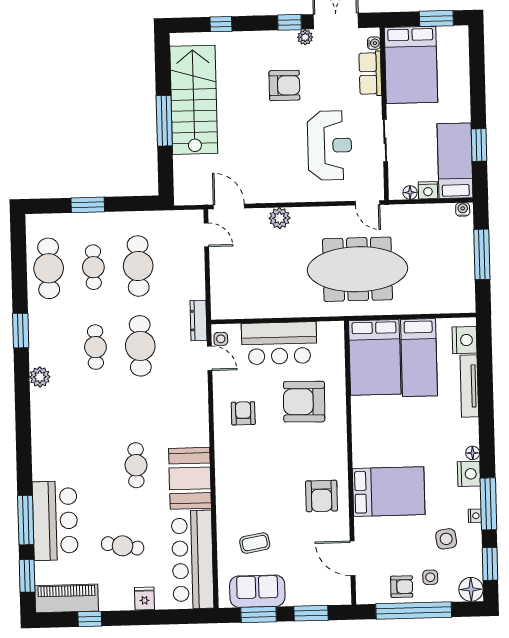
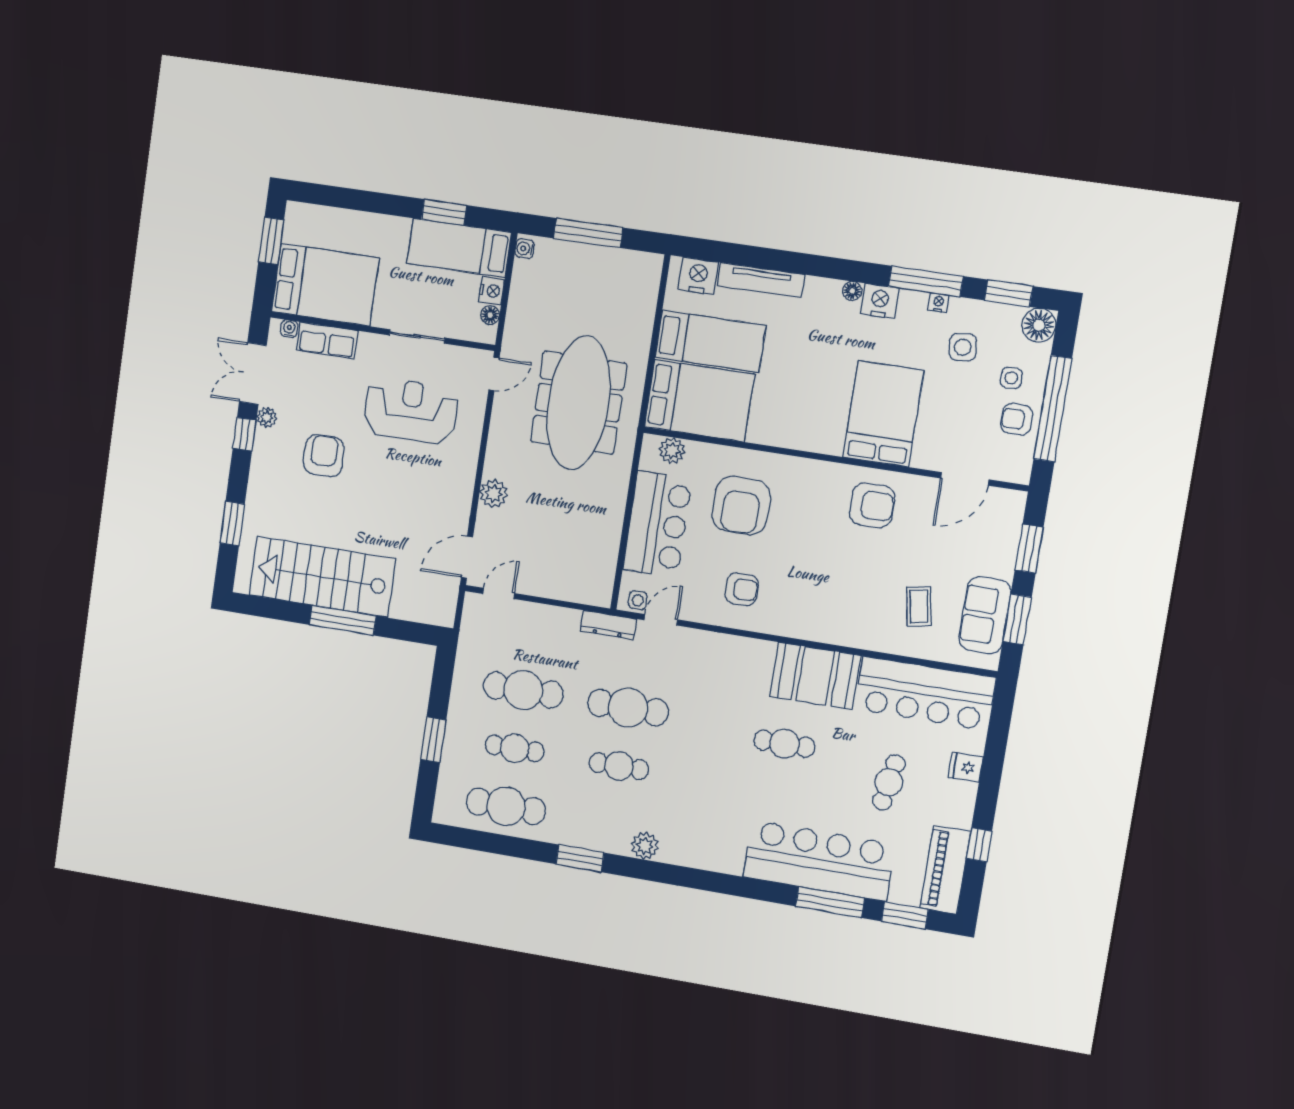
window: (221, 24) -> (232, 524), width x1.50
plant: (335, 344) -> (672, 450), added
armchair: (243, 413) -> (742, 589), turned 180
bar counter: (55, 521) -> (819, 861), width x1.36
armchair: (402, 587) -> (1017, 419), turned -90

